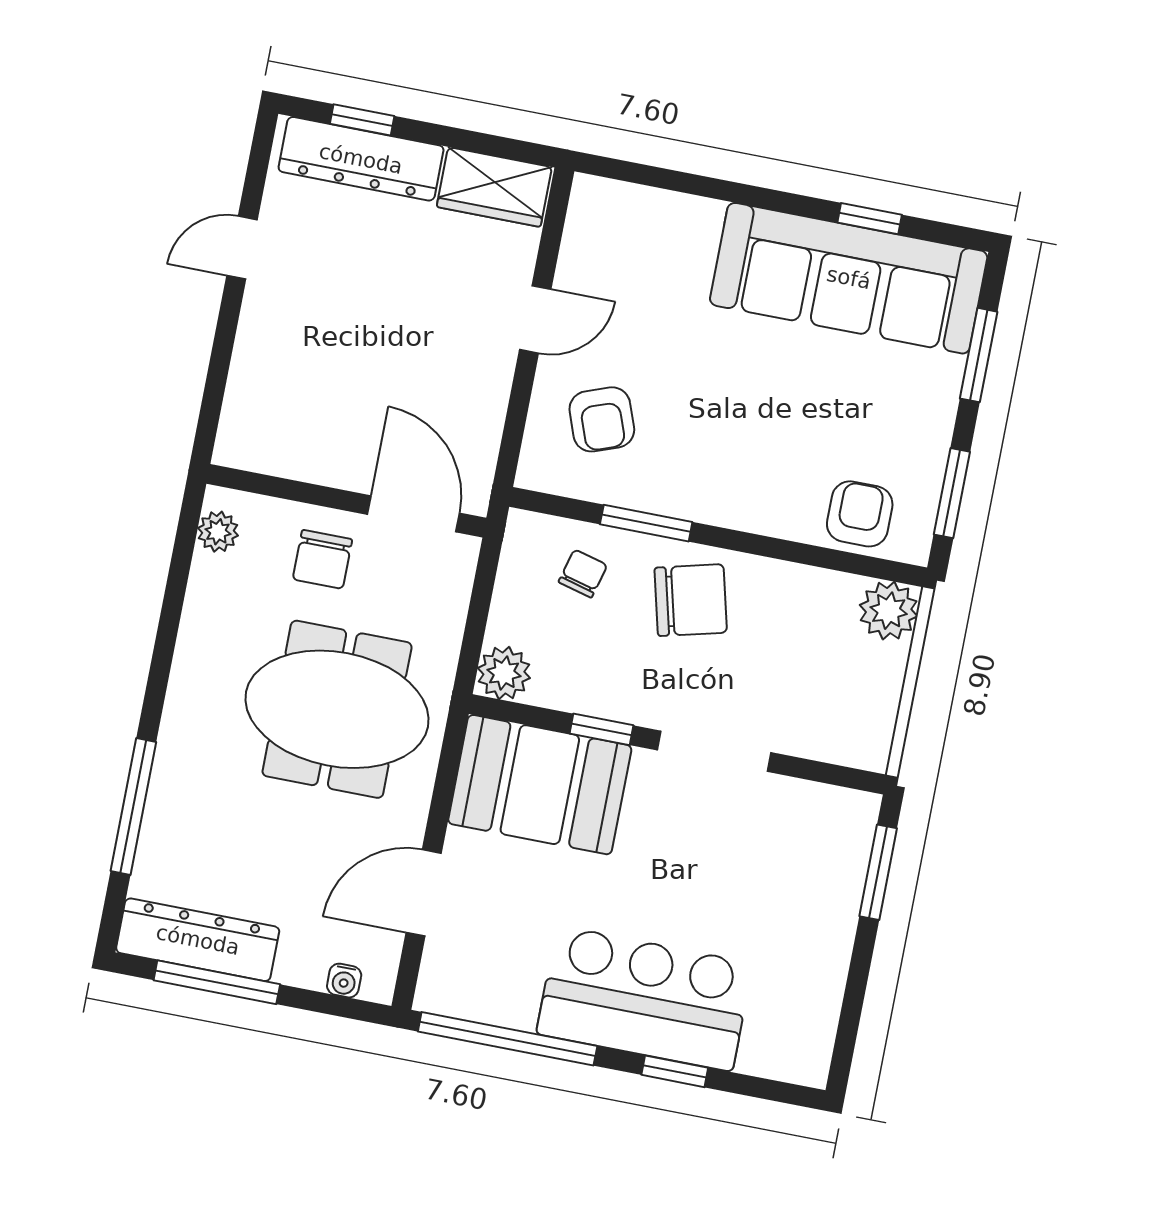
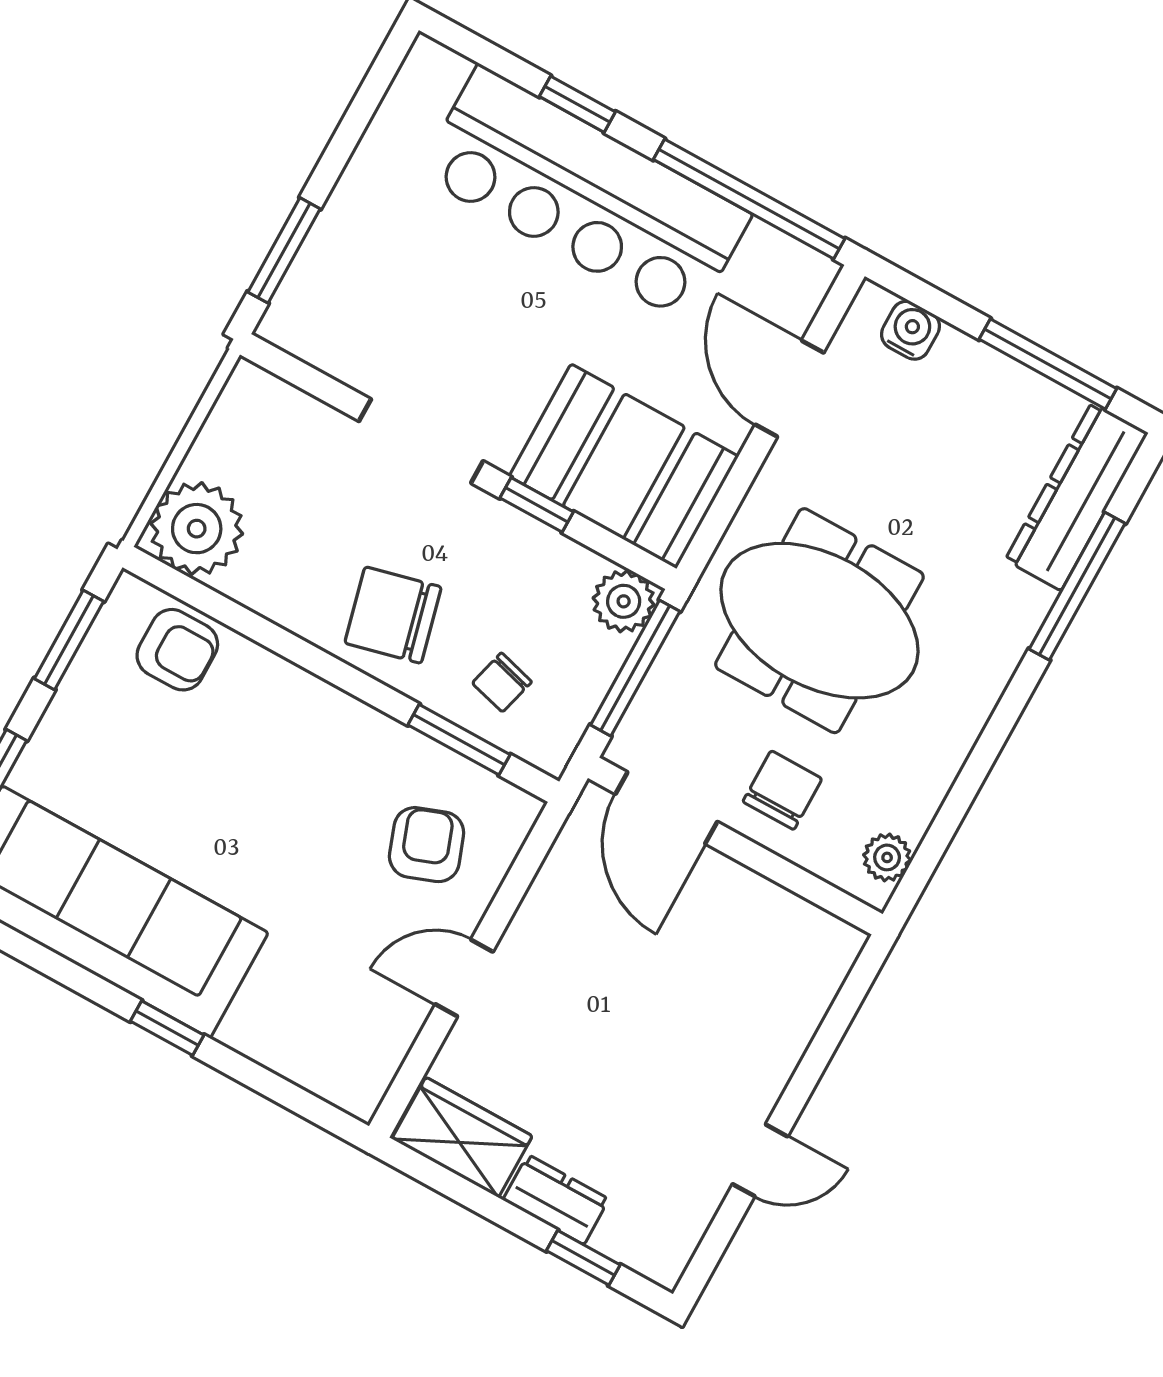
dresser: (361, 159) -> (556, 1200), width x0.51, depth x0.80
window: (870, 219) -> (167, 1028), moved
armchair: (860, 514) -> (177, 650), turned -90
window: (646, 523) -> (459, 740), moved
plant: (889, 611) -> (197, 529), width x1.36, depth x1.36
window: (477, 621) -> (635, 668), added
door: (424, 893) -> (789, 389), swing flipped
dresser: (198, 940) -> (1077, 496), moved, turned 90
water cooler: (344, 981) -> (910, 330), width x1.38, depth x1.38
bar counter: (645, 999) -> (585, 195), width x1.36

